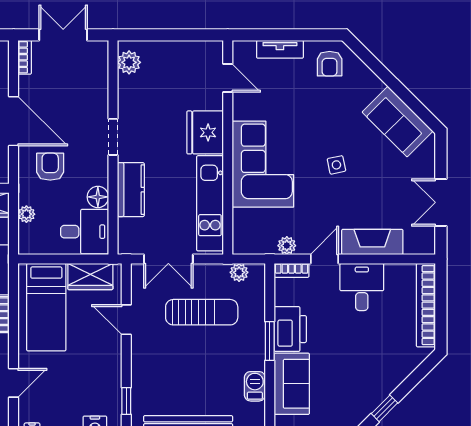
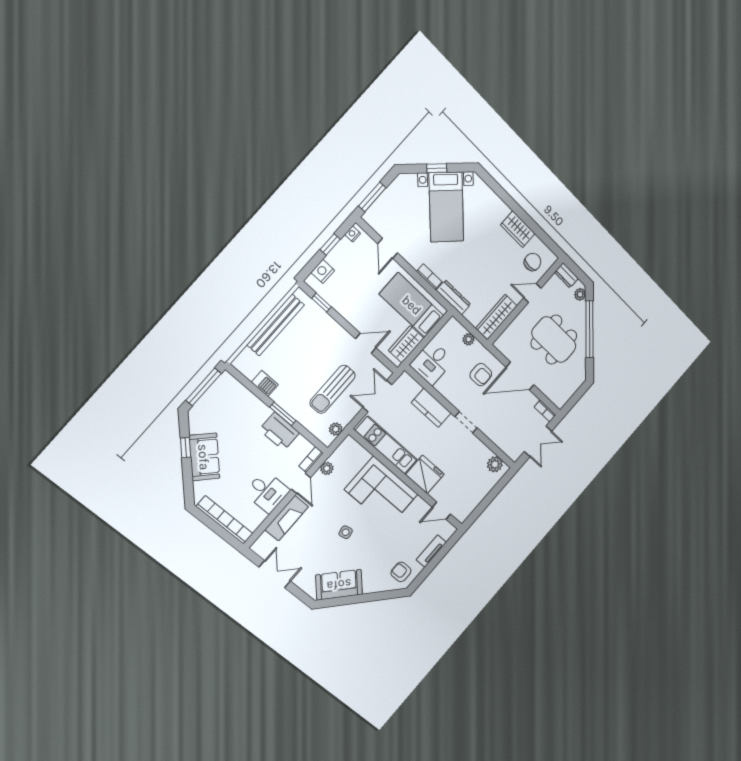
floor lamp: (98, 197) -> (443, 386), removed
sofa: (292, 384) -> (204, 457), moved, turned -135

